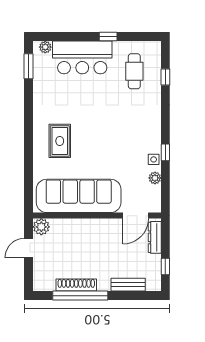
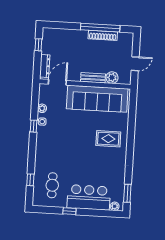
rug: (60, 141) -> (108, 139), turned 90
plant: (41, 227) -> (112, 78), moved
bench: (128, 285) -> (93, 78), moved

